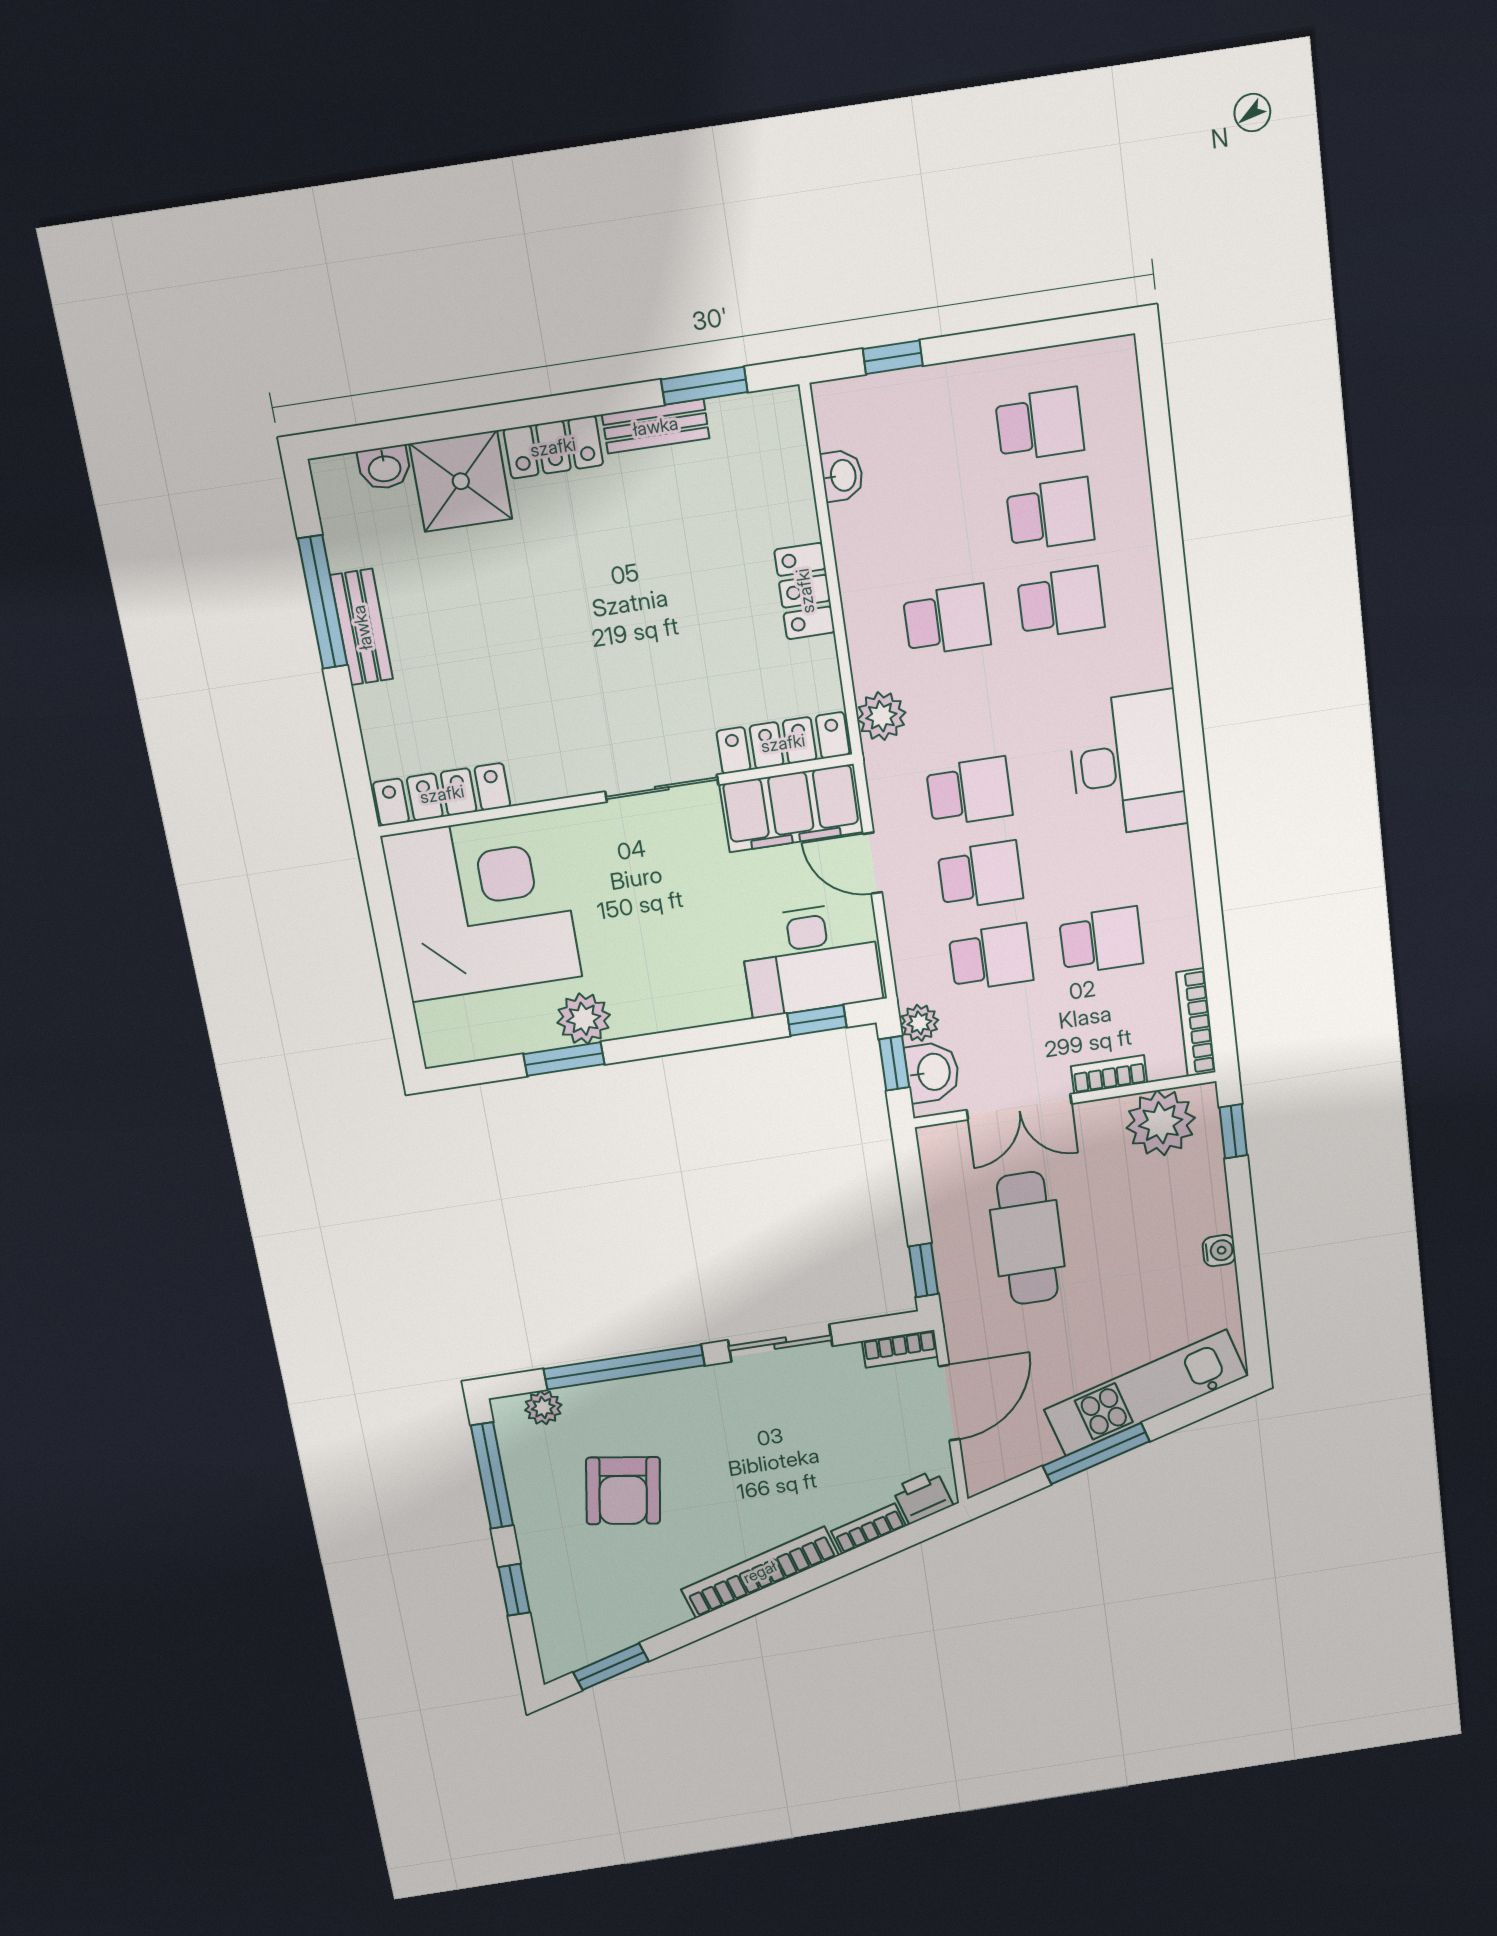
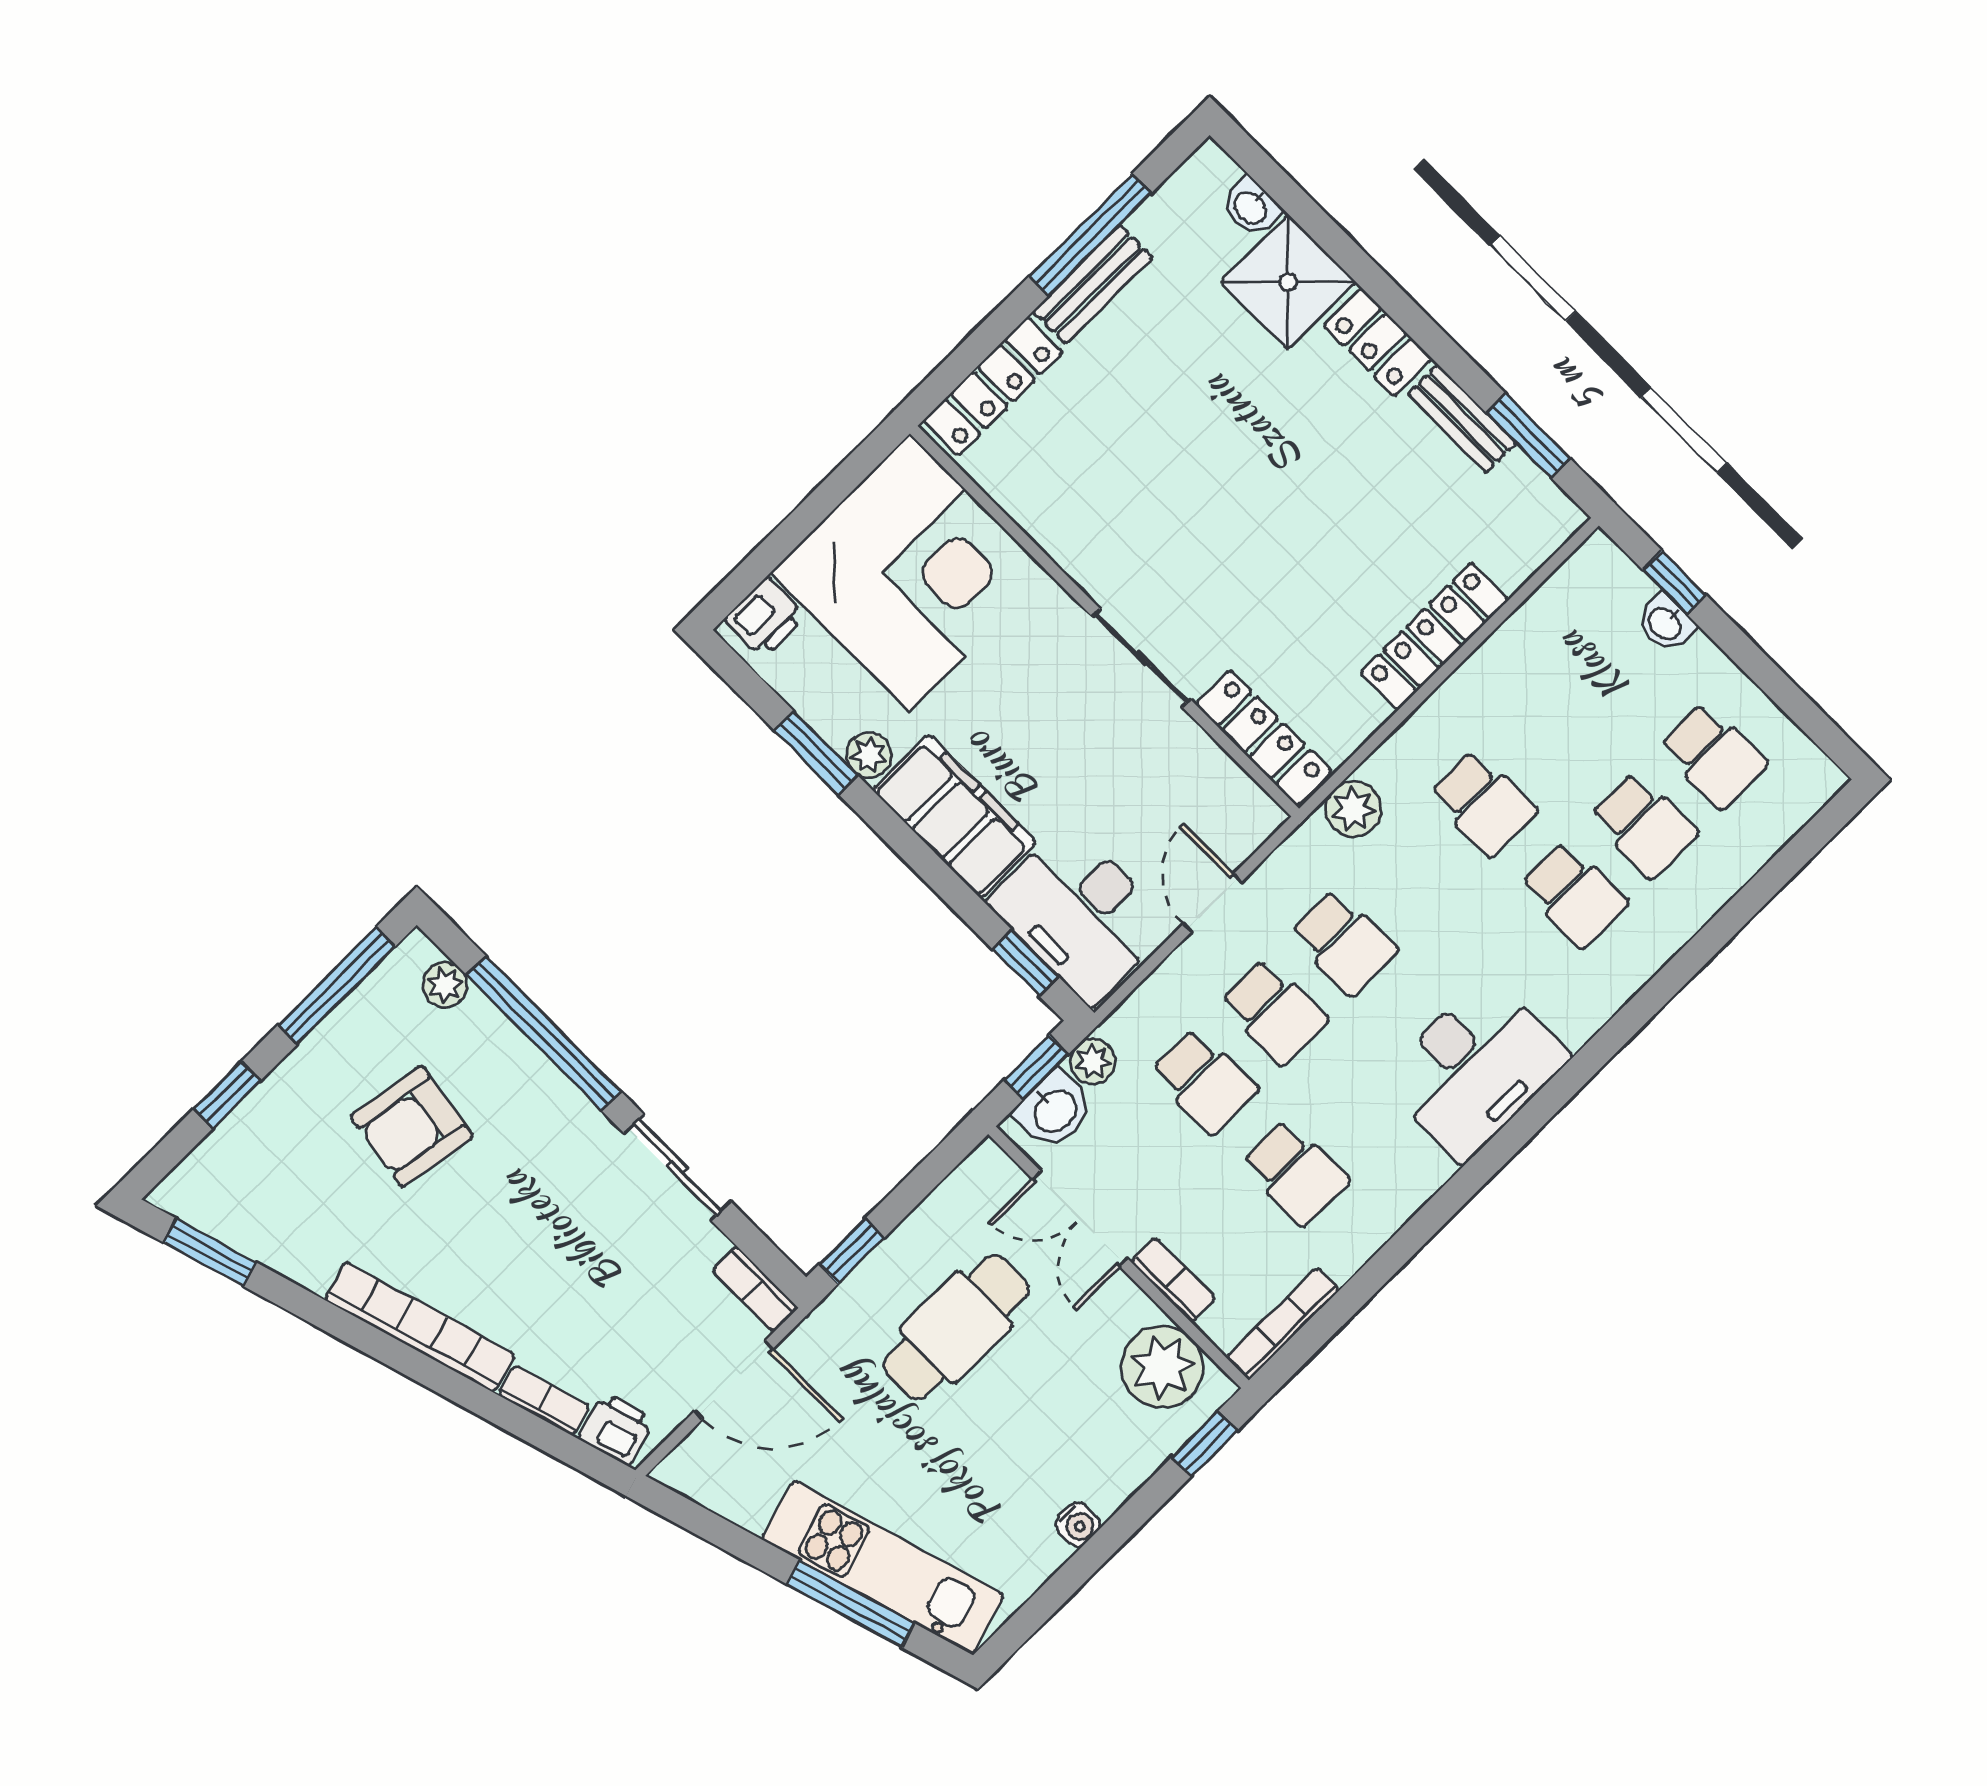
washbasin: (842, 476) -> (1666, 623), moved, turned 90
locker: (805, 591) -> (1434, 636), width x1.53
locker: (442, 794) -> (993, 387), moved, turned 90
filing cabinet: (791, 808) -> (955, 816), moved, turned 180
plant: (584, 1019) -> (869, 755), width x0.73, depth x0.73
printer: (442, 1028) -> (765, 618), added
window: (1096, 1454) -> (851, 1604), moved

